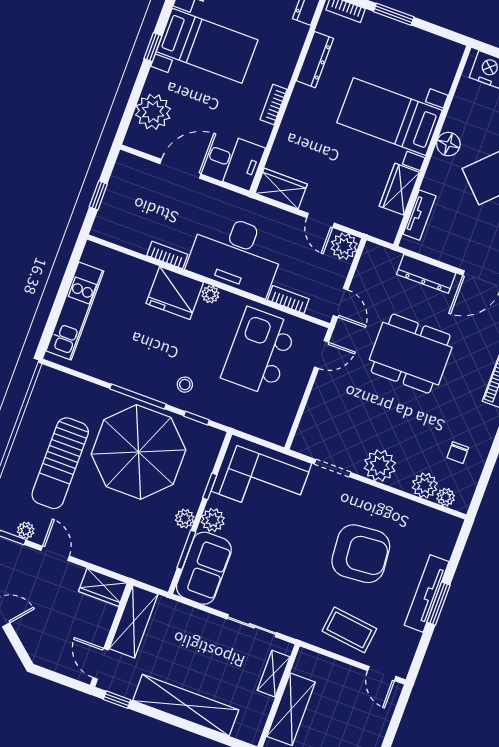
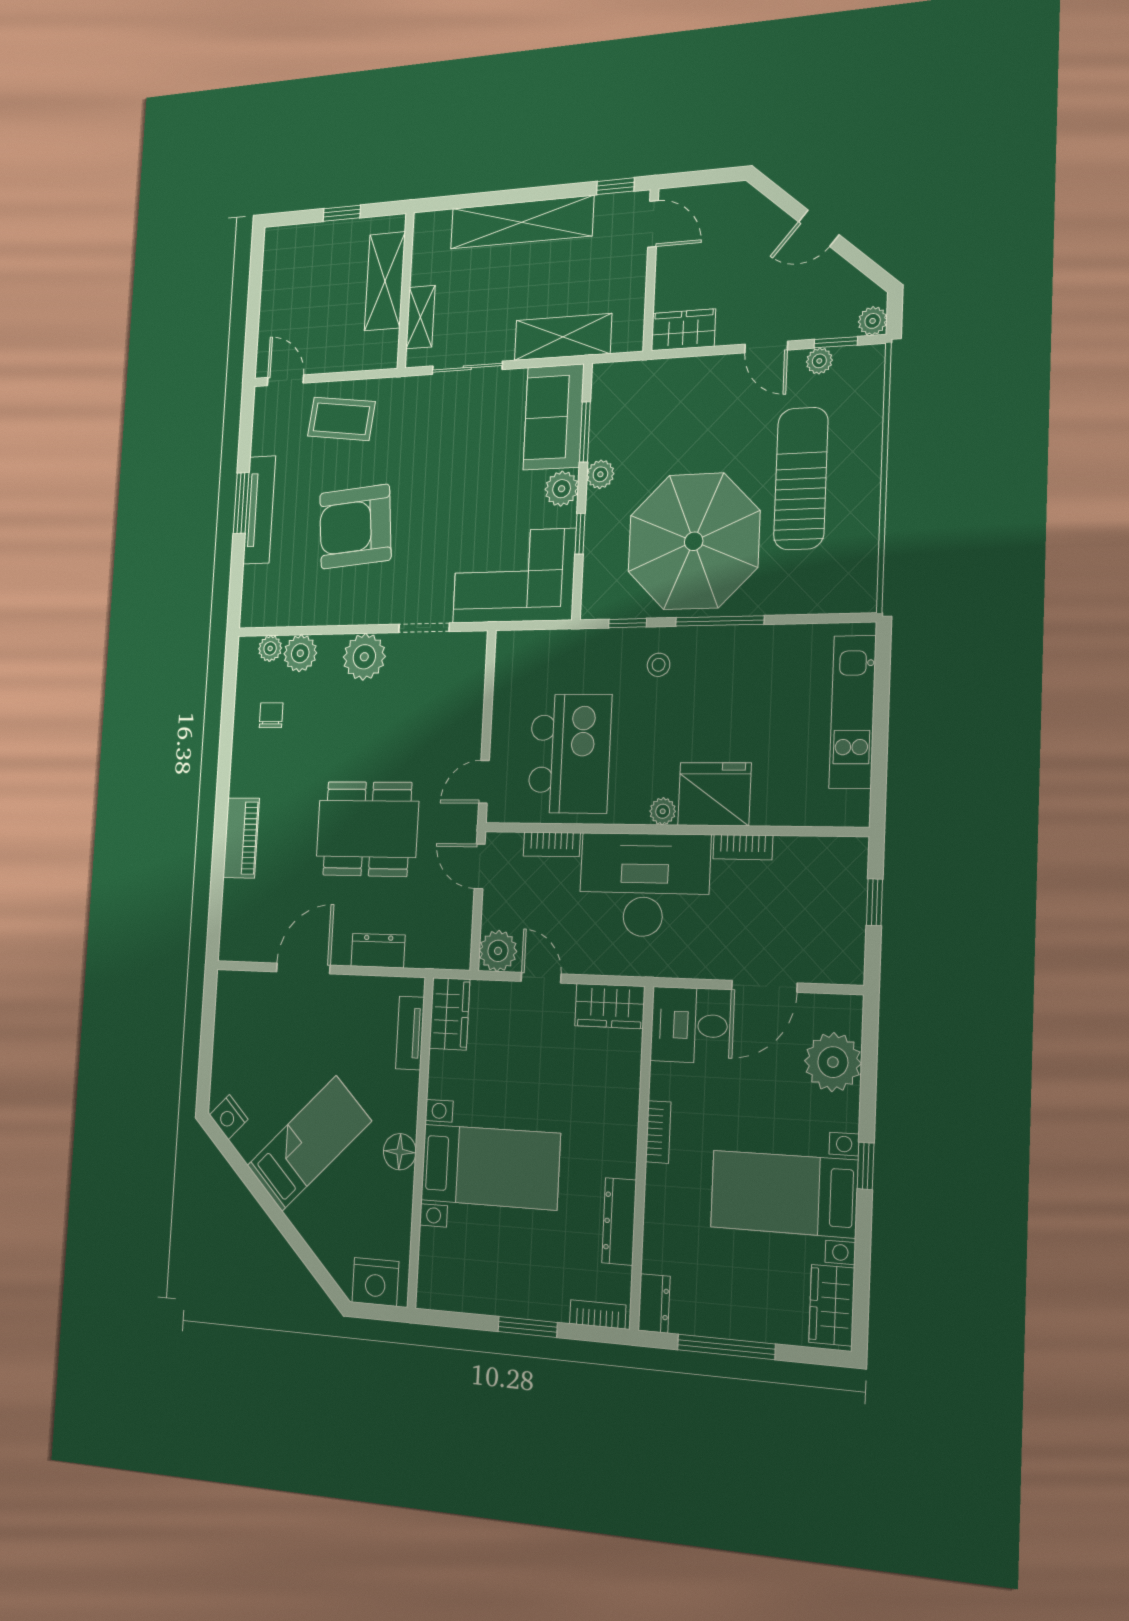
wardrobe: (399, 189) -> (450, 1014), moved
dresser: (426, 274) -> (378, 951), width x0.70
shelving: (134, 621) -> (563, 337), moved, turned 90

